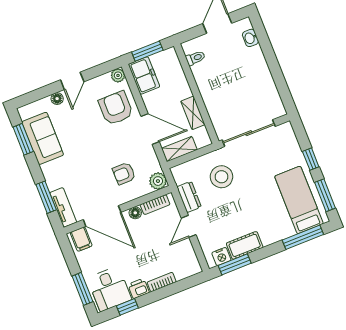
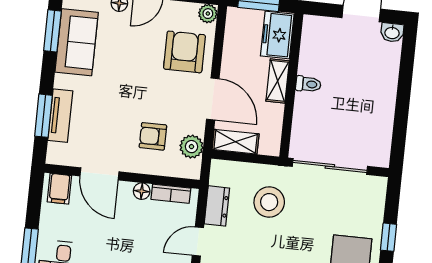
washbasin: (250, 38) -> (392, 33), moved, turned -90
toilet: (195, 58) -> (308, 84), moved
freezer: (144, 75) -> (277, 35), moved, turned 180
shelving: (193, 113) -> (278, 81), moved
plant: (158, 181) -> (191, 147), moved
tv unit: (63, 207) -> (60, 116), moved
door: (102, 216) -> (100, 174), width x0.73

